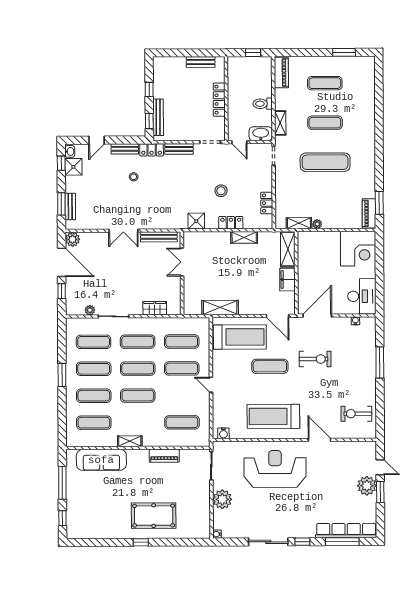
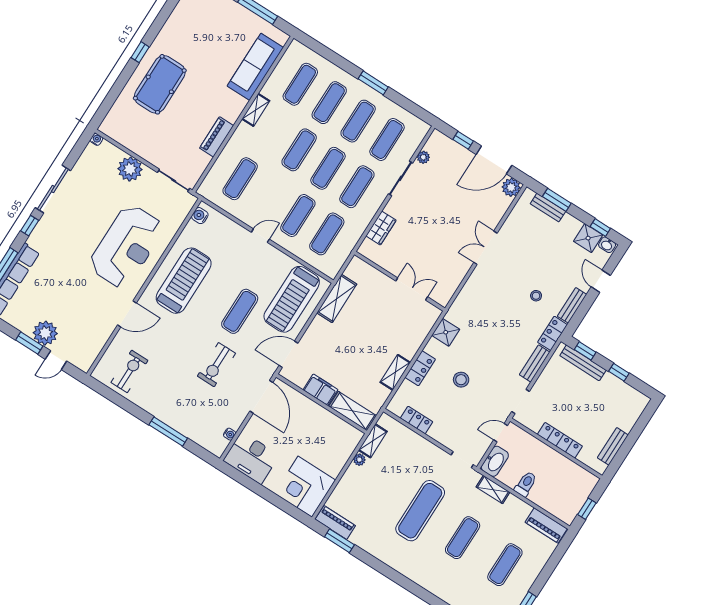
bench: (159, 237) -> (454, 281), removed

